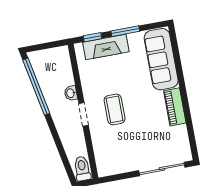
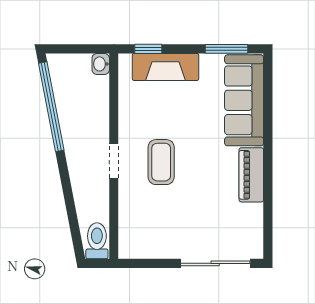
window: (125, 31) -> (226, 49), moved
washbasin: (71, 93) -> (101, 64), moved

